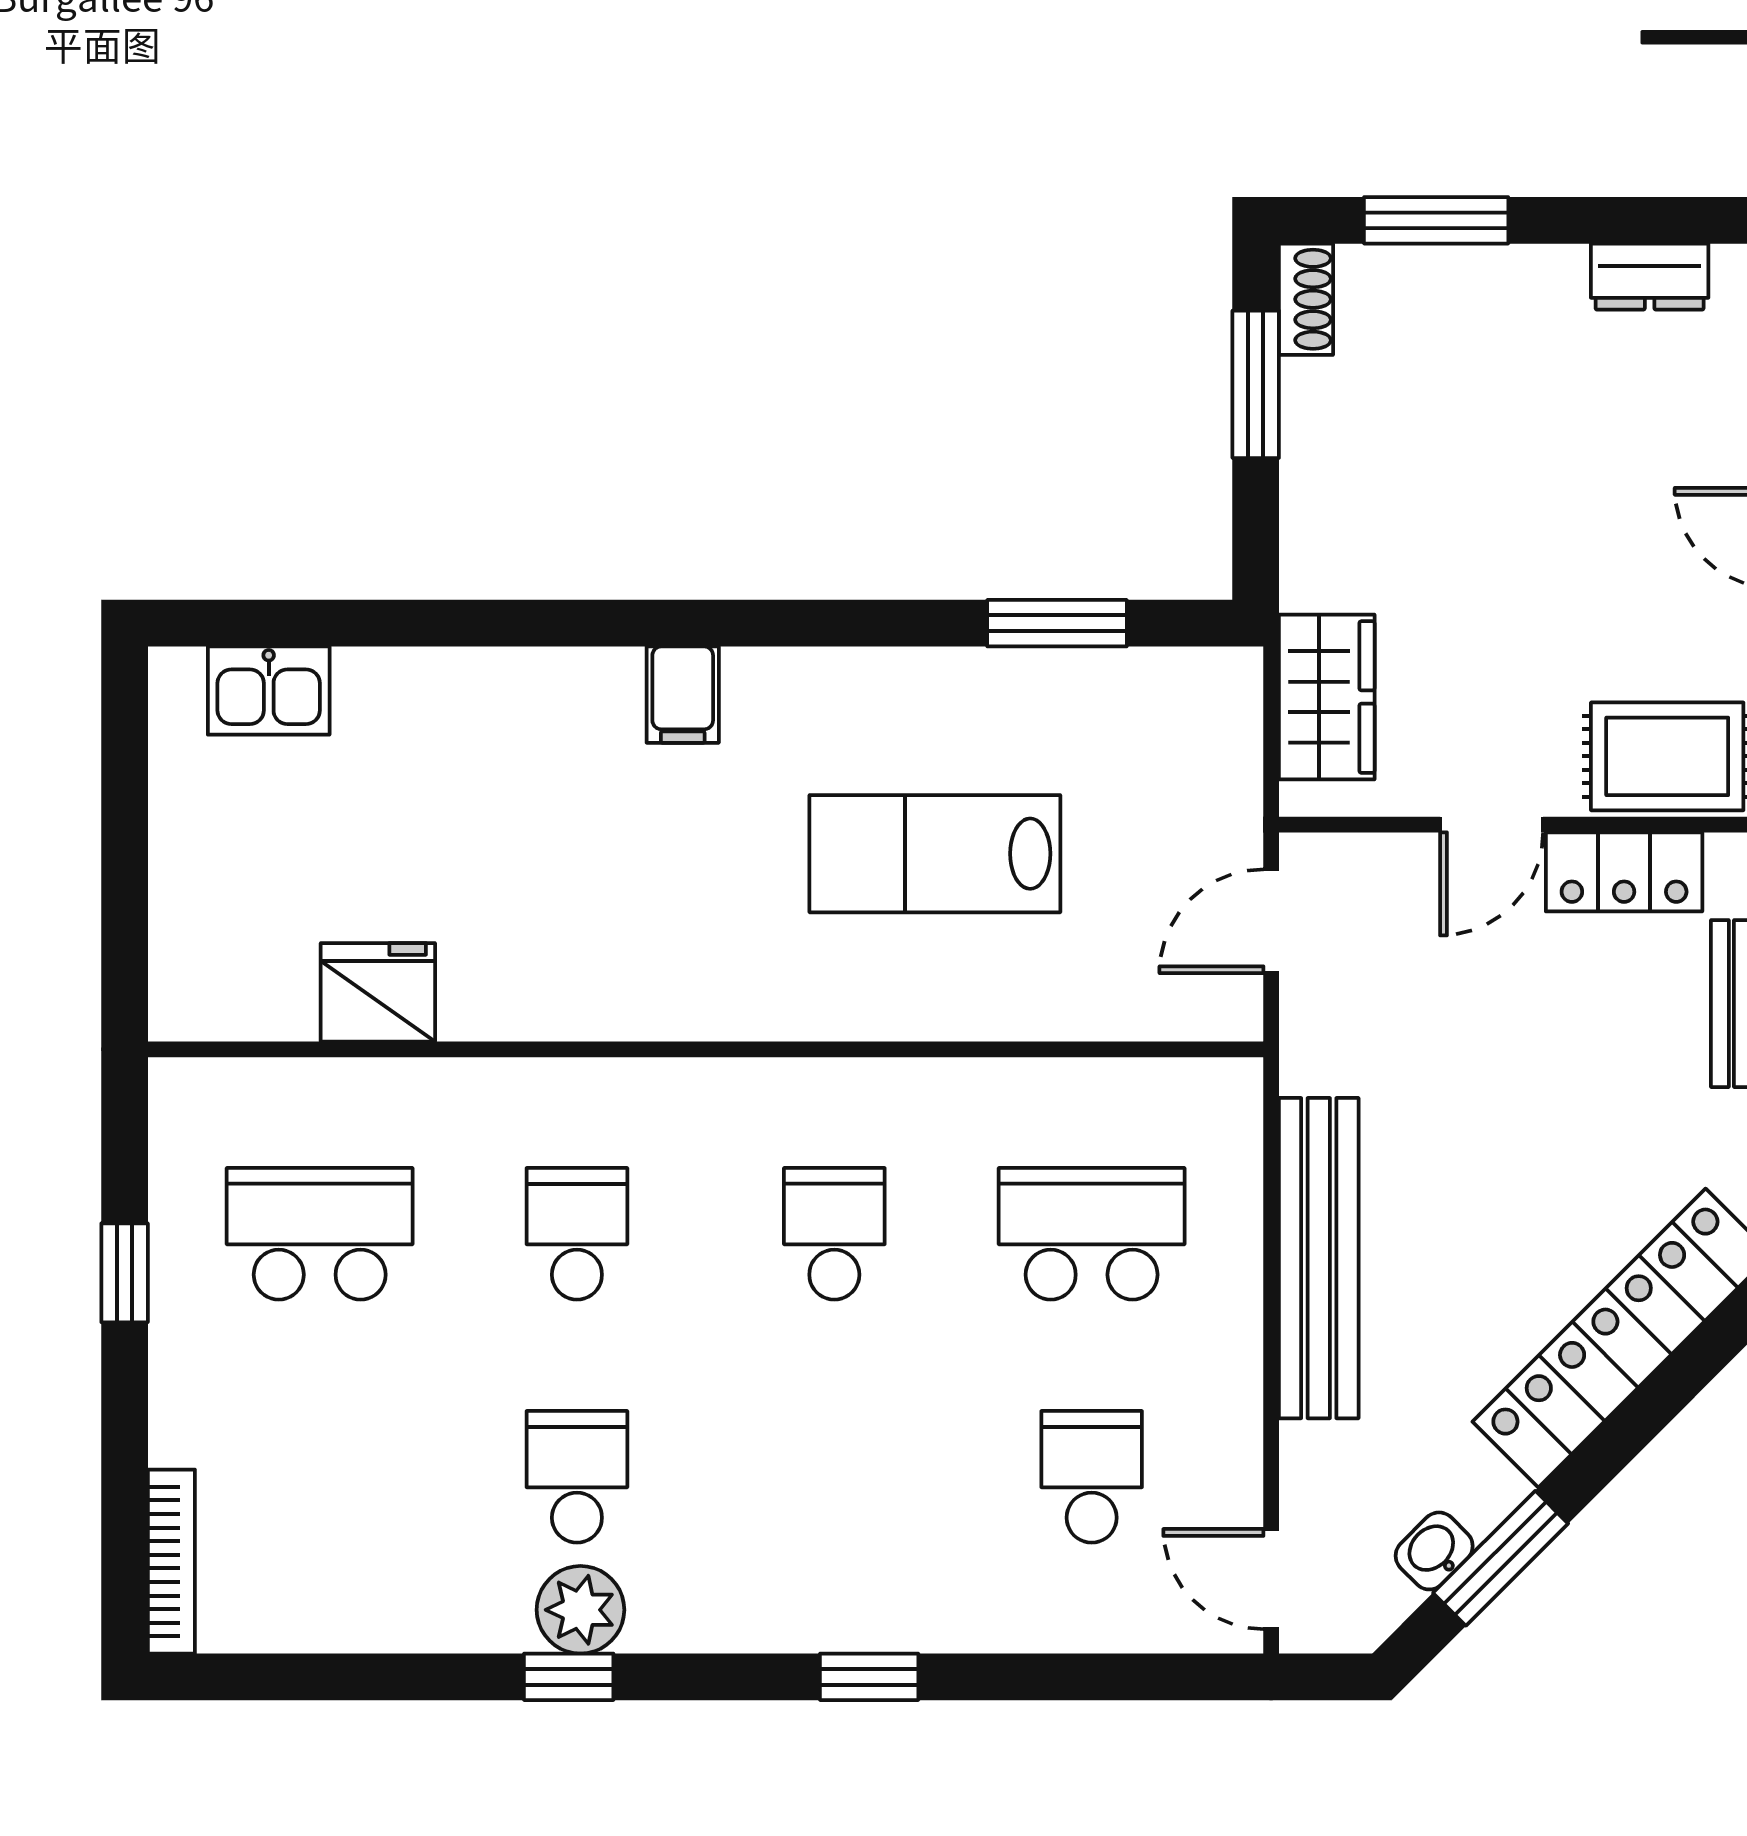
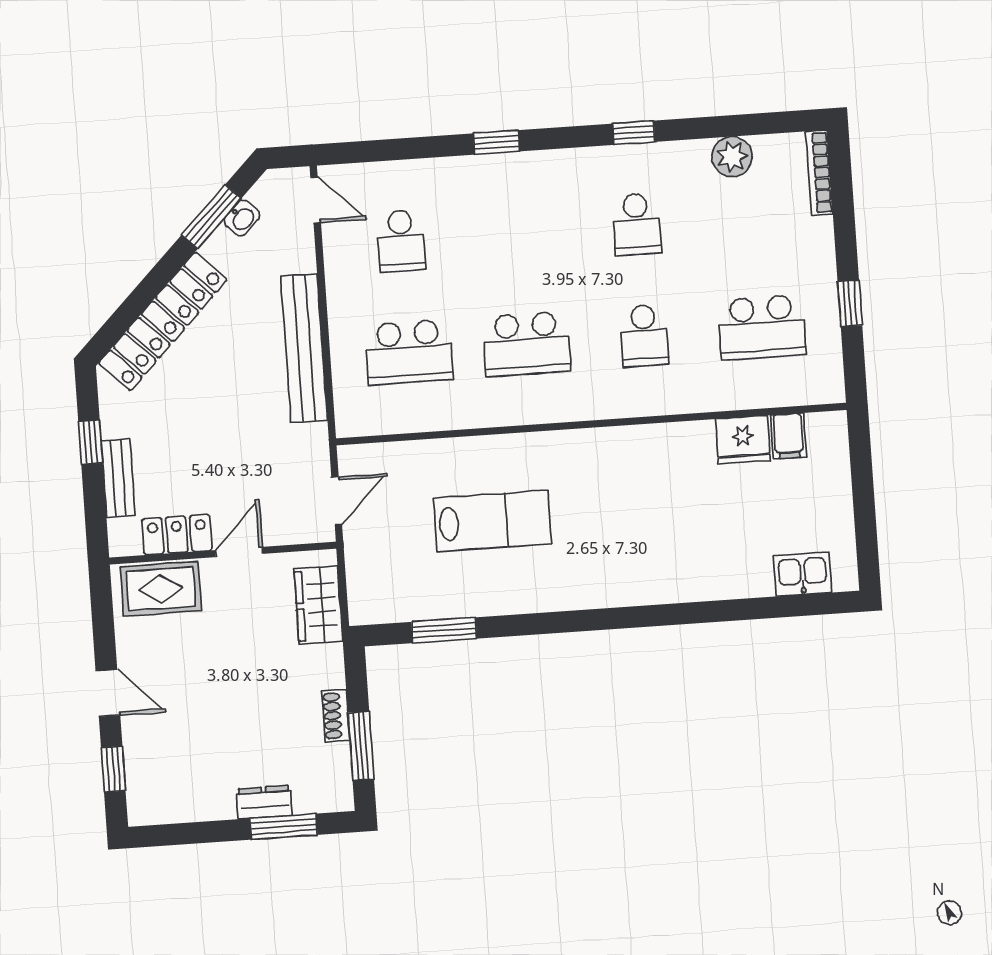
dresser: (1650, 277) -> (264, 802), moved
shoe rack: (1306, 299) -> (336, 716), moved
filing cabinet: (683, 695) -> (788, 436), moved, turned 180
school desk: (834, 1234) -> (526, 344), width x1.85
plant: (580, 1610) -> (732, 157), moved

